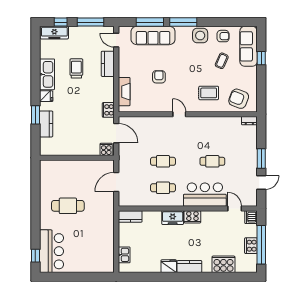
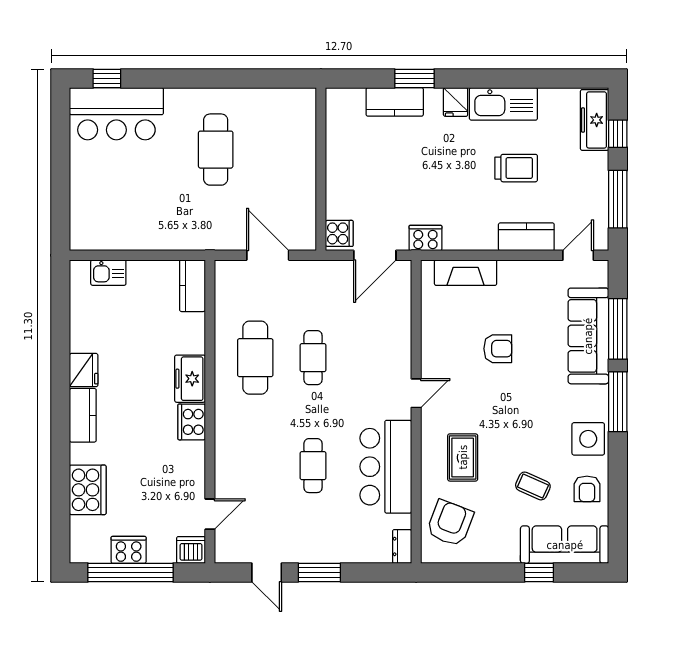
cafe table: (163, 188) -> (255, 358), width x1.37, depth x1.35
bar counter: (205, 195) -> (386, 467), moved, turned 180

